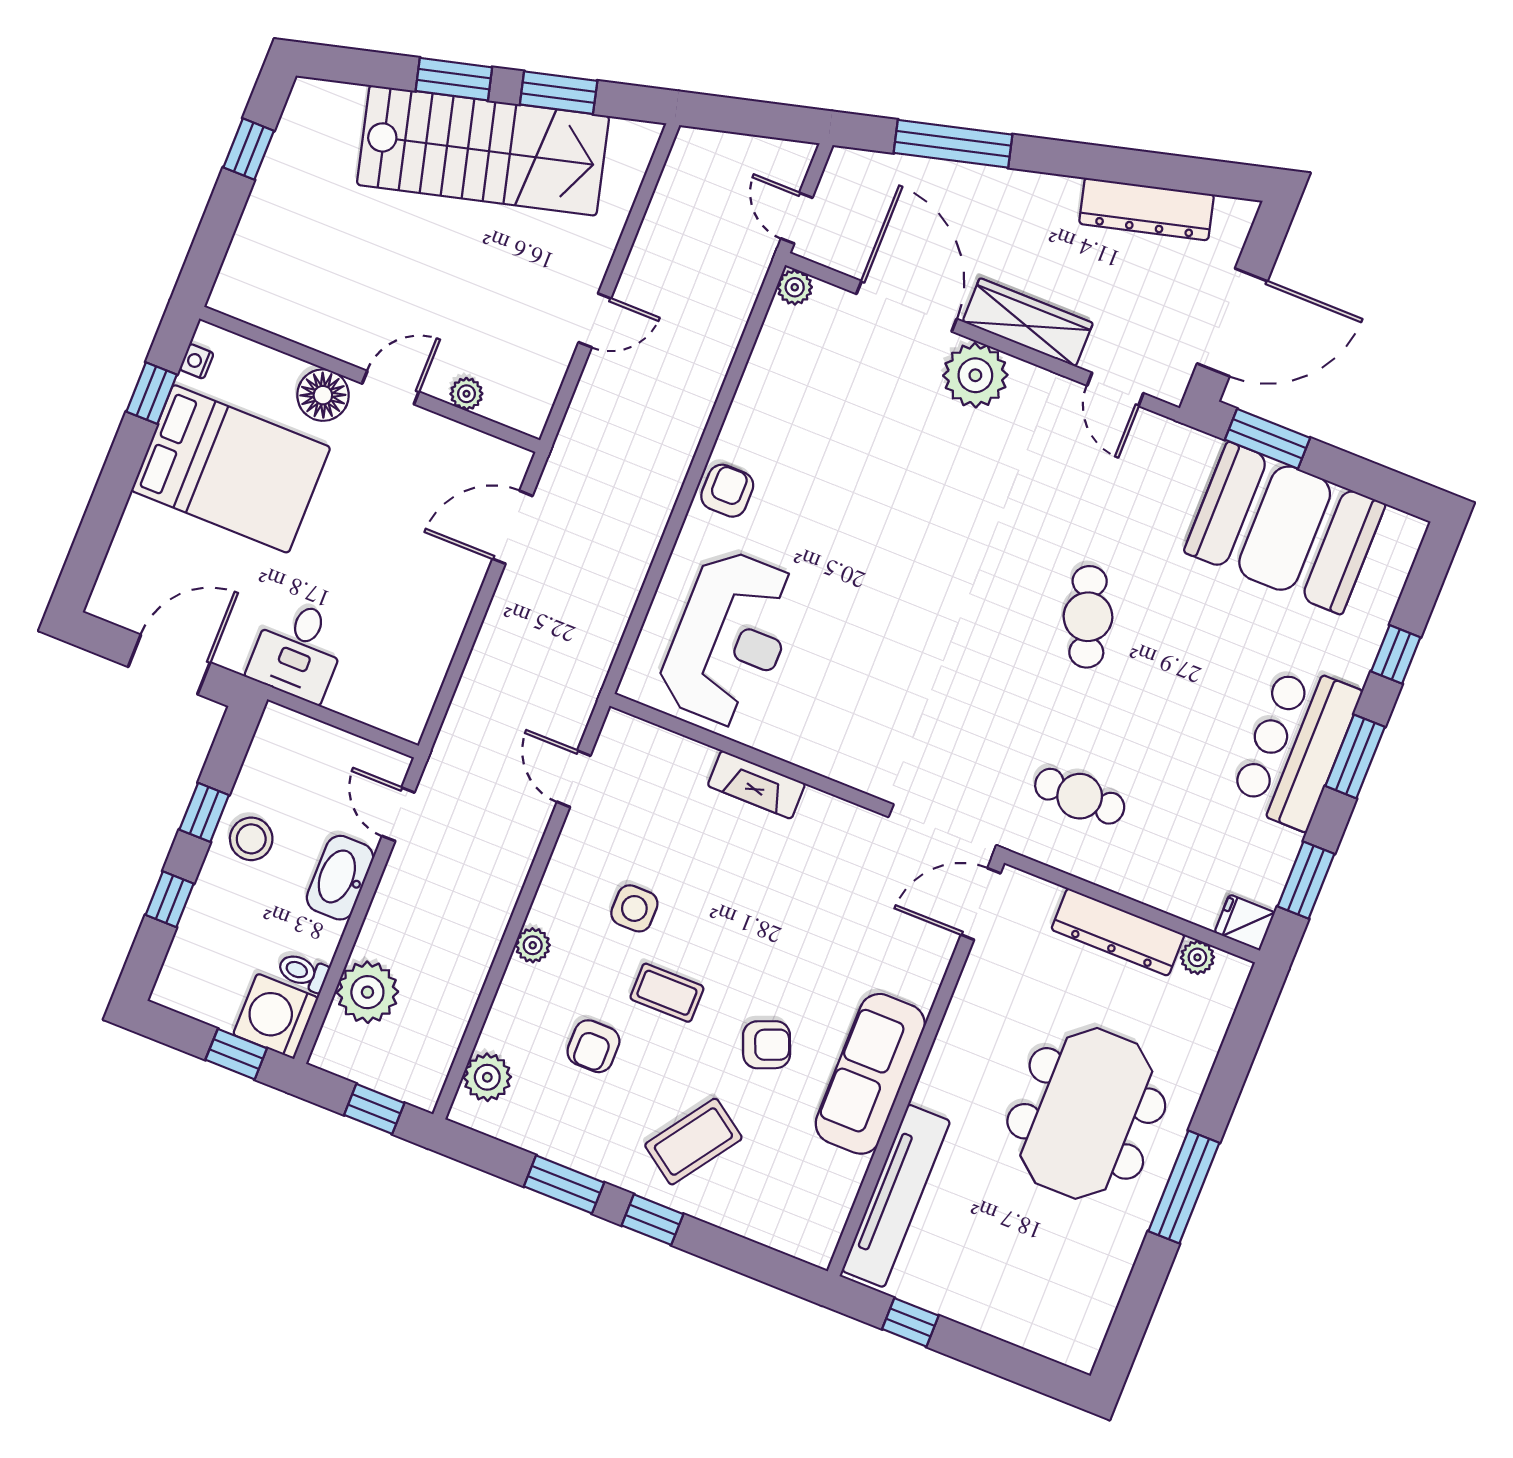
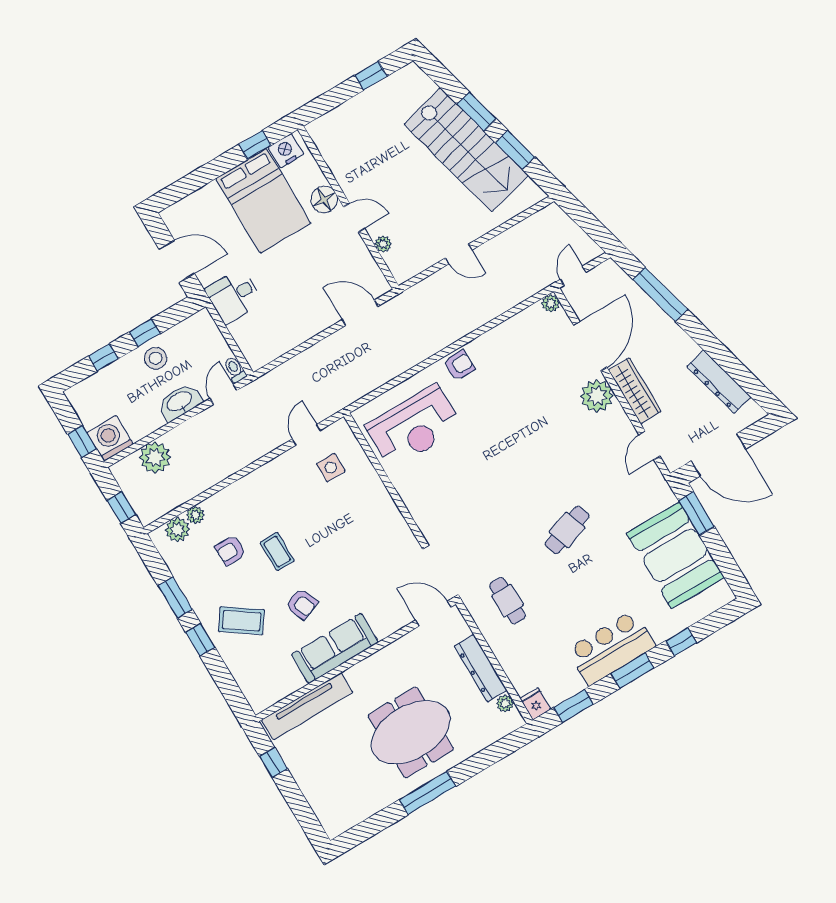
nightstand: (197, 361) -> (286, 151), width x1.89, depth x1.79
fireplace: (756, 785) -> (379, 495), removed
side table: (634, 908) -> (331, 468), moved
plant: (533, 945) -> (195, 515), moved
toilet: (303, 972) -> (235, 369), moved

